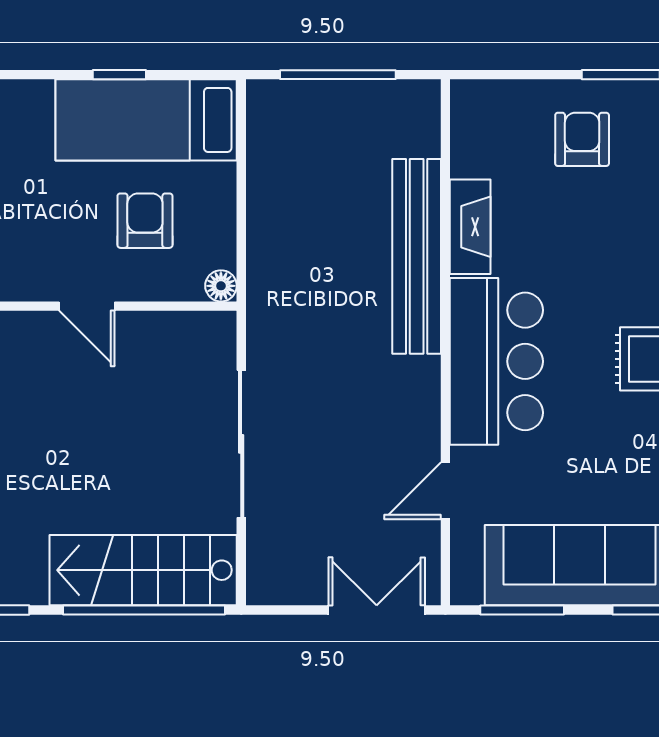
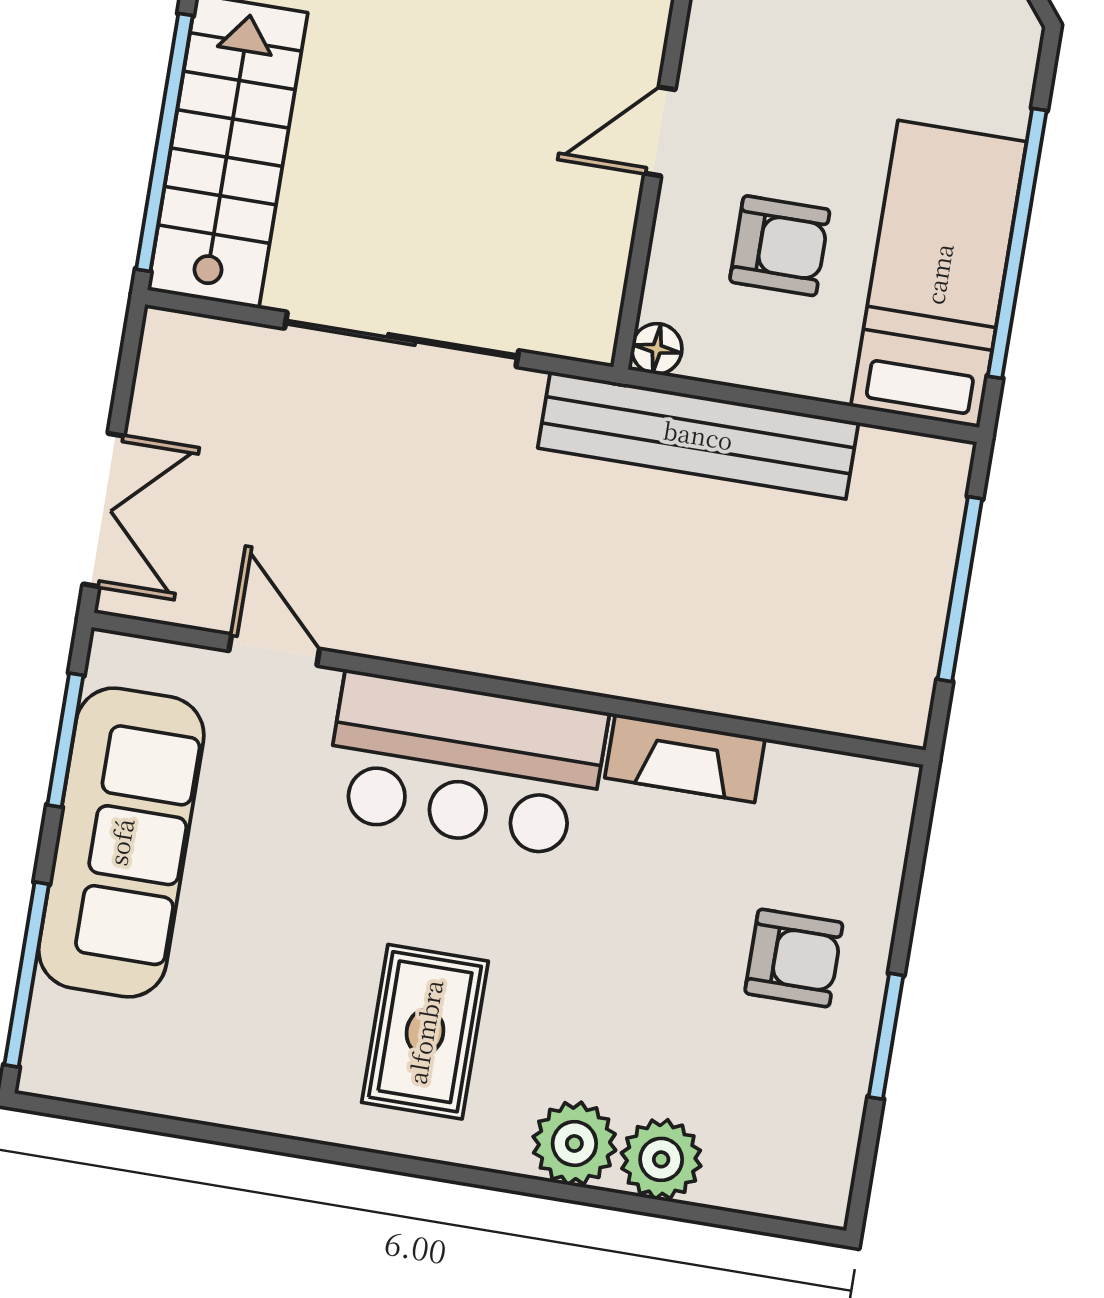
window: (119, 75) -> (1017, 243), width x3.17
bench: (417, 256) -> (698, 435), moved

